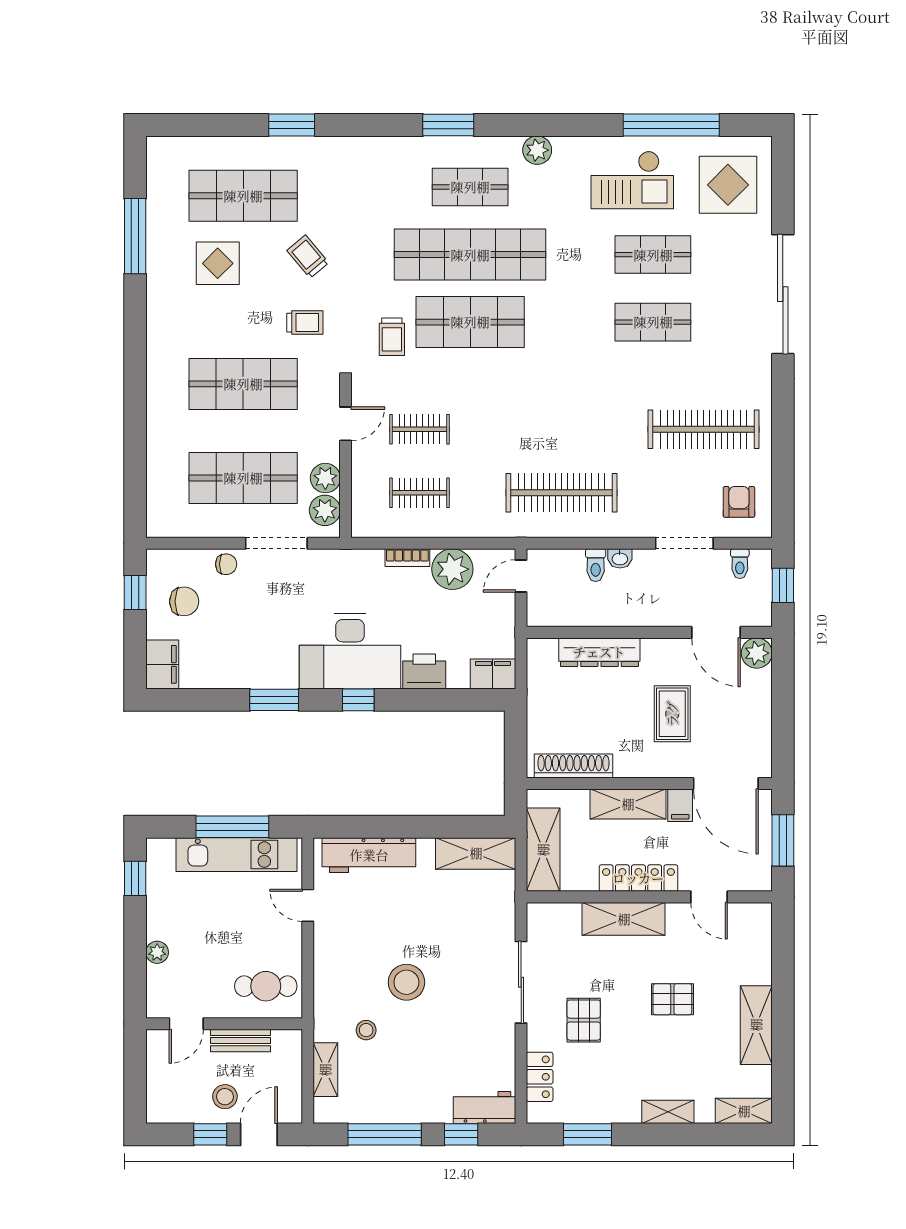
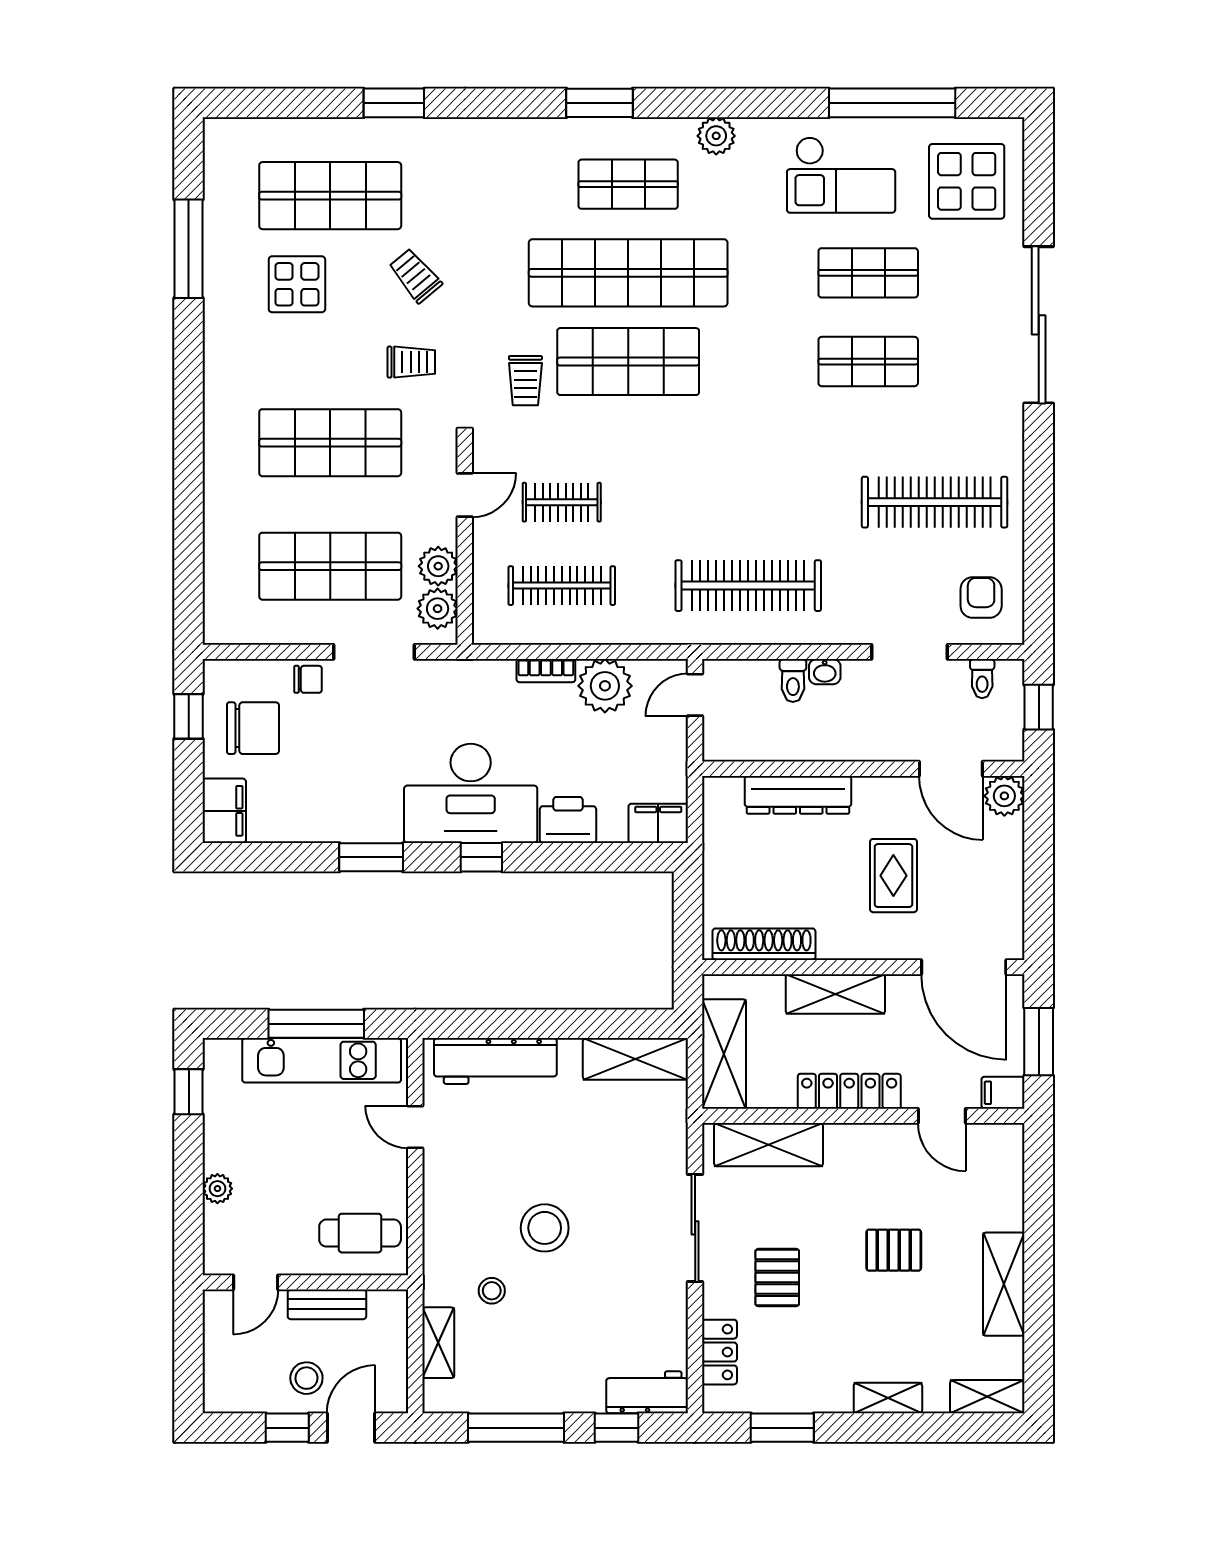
clothes rail: (419, 493) -> (562, 586), width x1.36
chair: (184, 601) -> (253, 728), width x1.37, depth x1.37
filing cabinet: (680, 805) -> (1003, 1093), moved, turned 90
shelving: (624, 919) -> (769, 1145), moved

